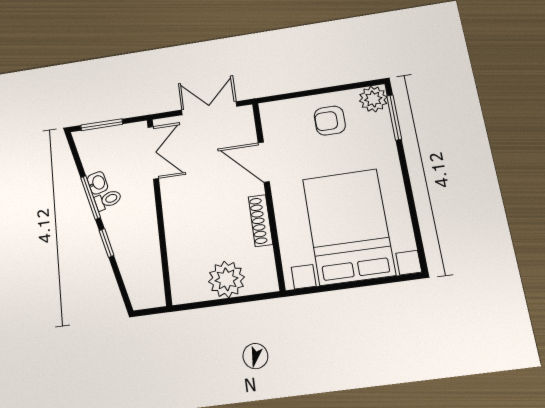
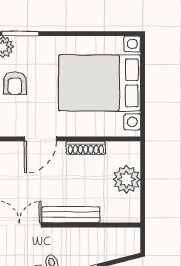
bench: (173, 214) -> (71, 215), added

